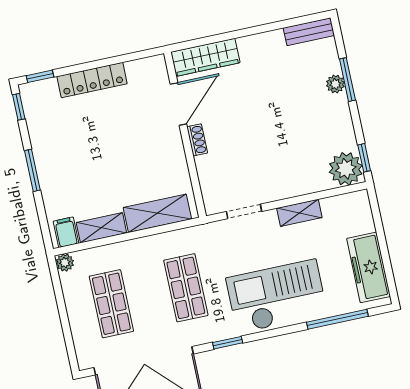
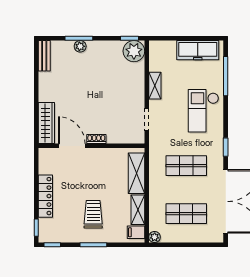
trolley: (80, 160) -> (93, 214), added
checkout: (277, 296) -> (204, 111), width x0.73, depth x0.83

